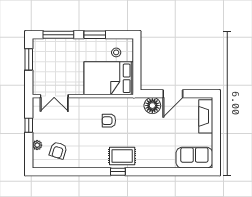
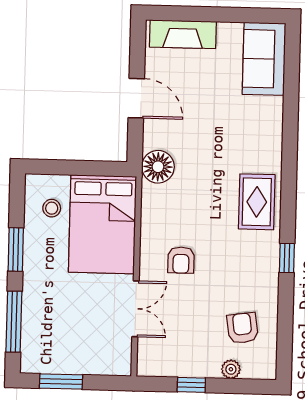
double door: (54, 96) -> (136, 309), moved
floor lamp: (152, 106) -> (158, 167), moved
armchair: (109, 121) -> (181, 260), moved
armchair: (58, 150) -> (242, 328), turned -116
window: (118, 172) -> (287, 258), moved

